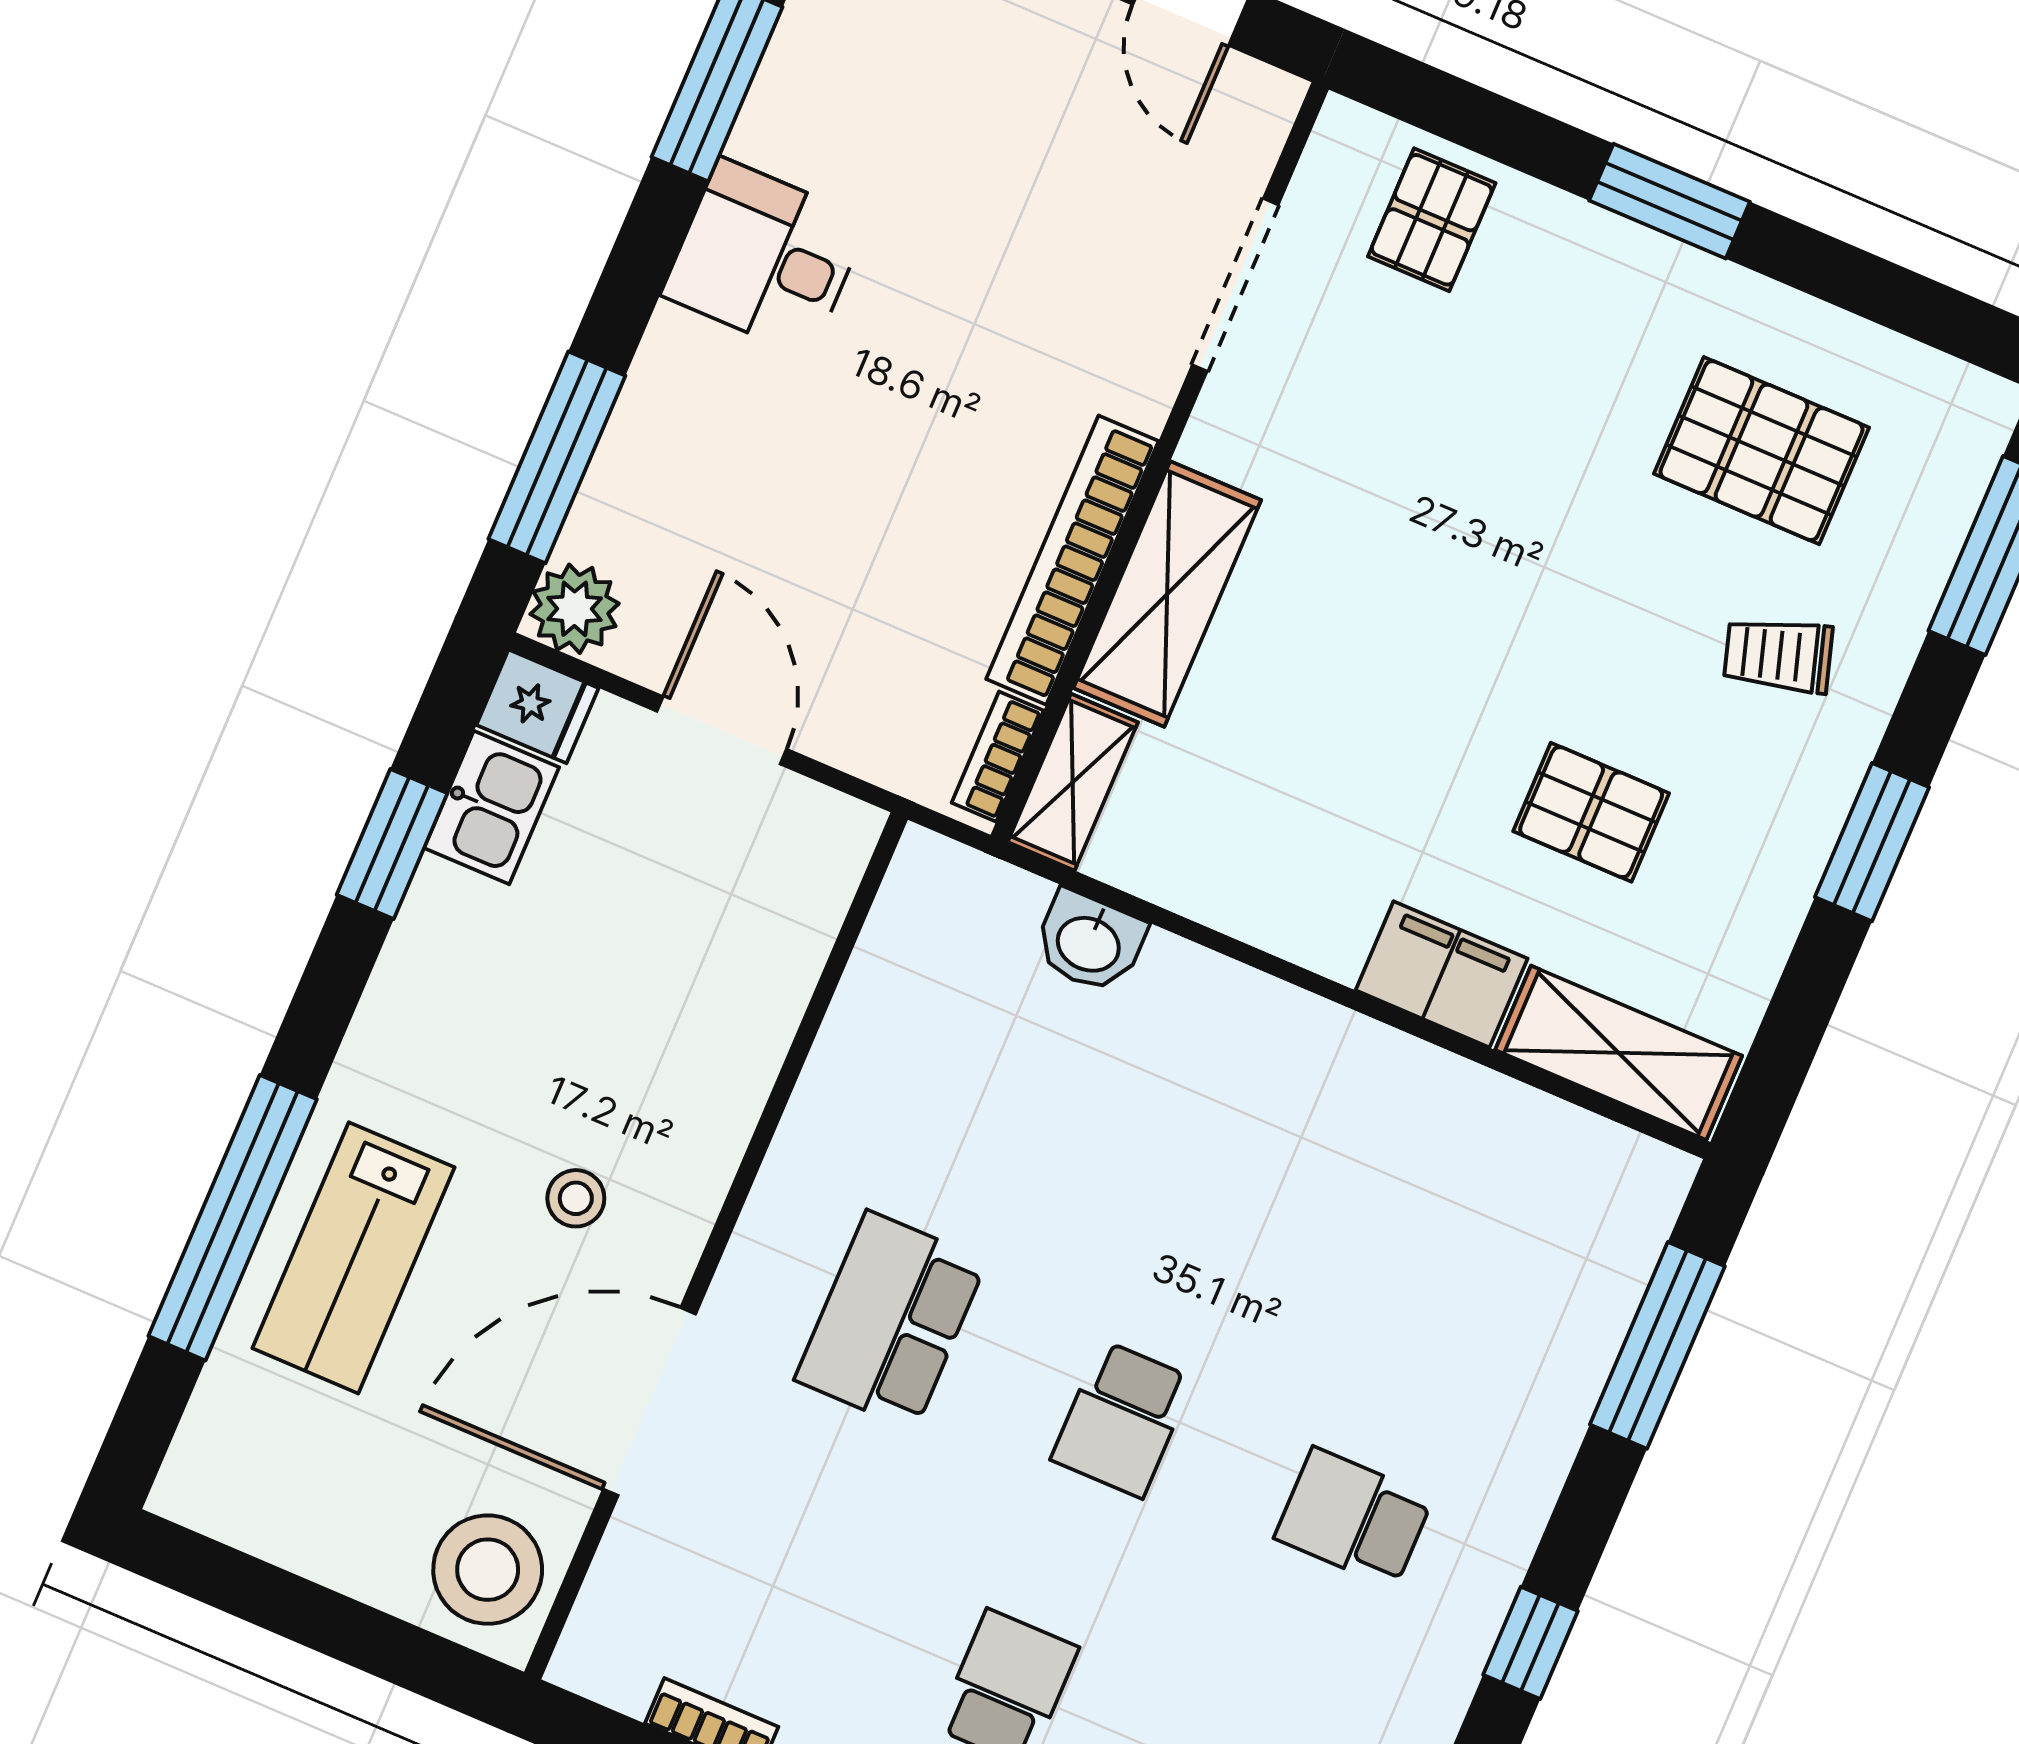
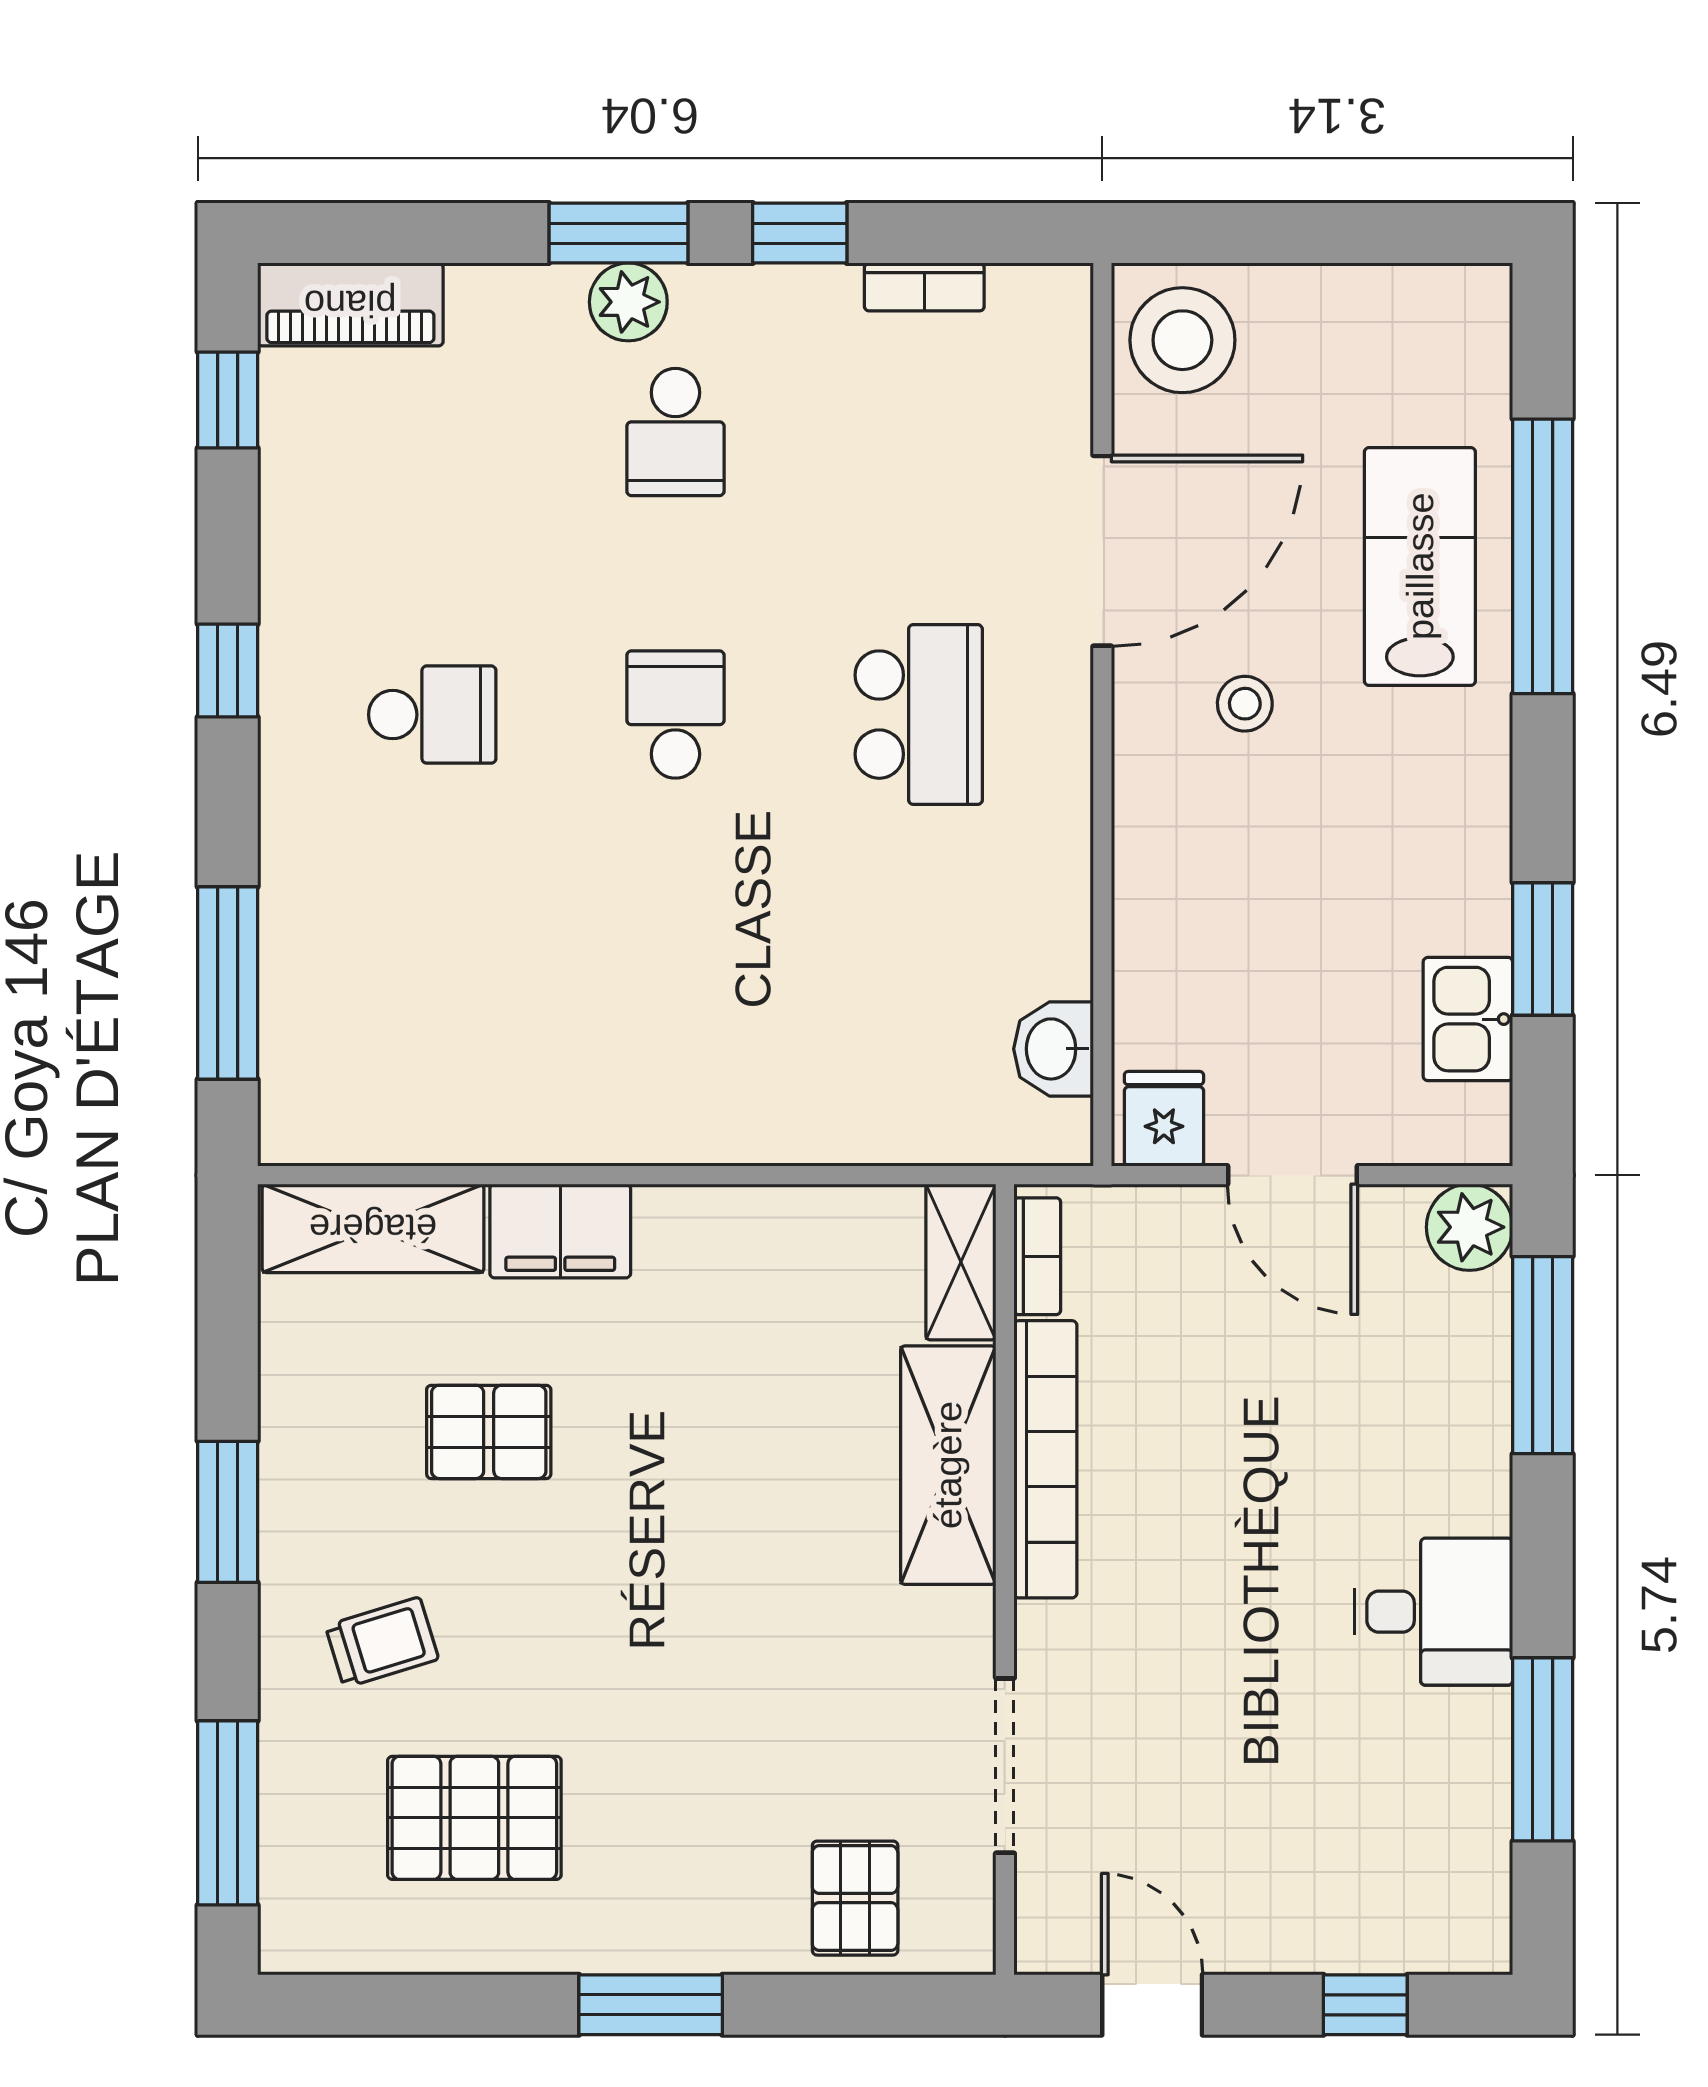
fridge: (538, 706) -> (1164, 1119), moved, turned 90
washbasin: (1089, 942) -> (1053, 1049), moved, turned -90

